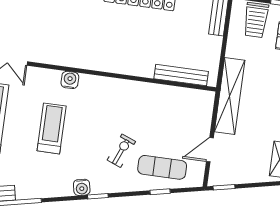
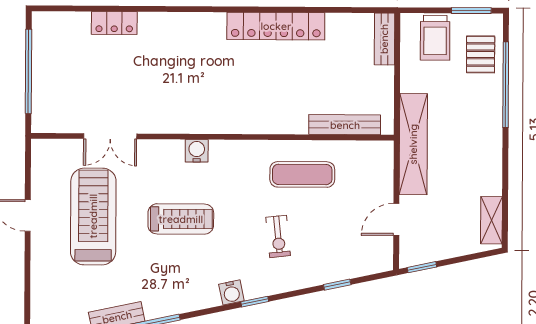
treadmill: (52, 128) -> (181, 219), turned 90
exercise bike: (121, 151) -> (278, 236), turned 152
exercise mat: (162, 167) -> (302, 174), moved

